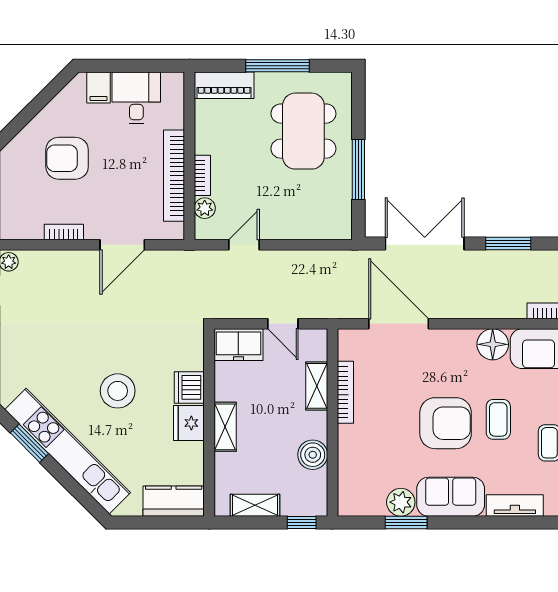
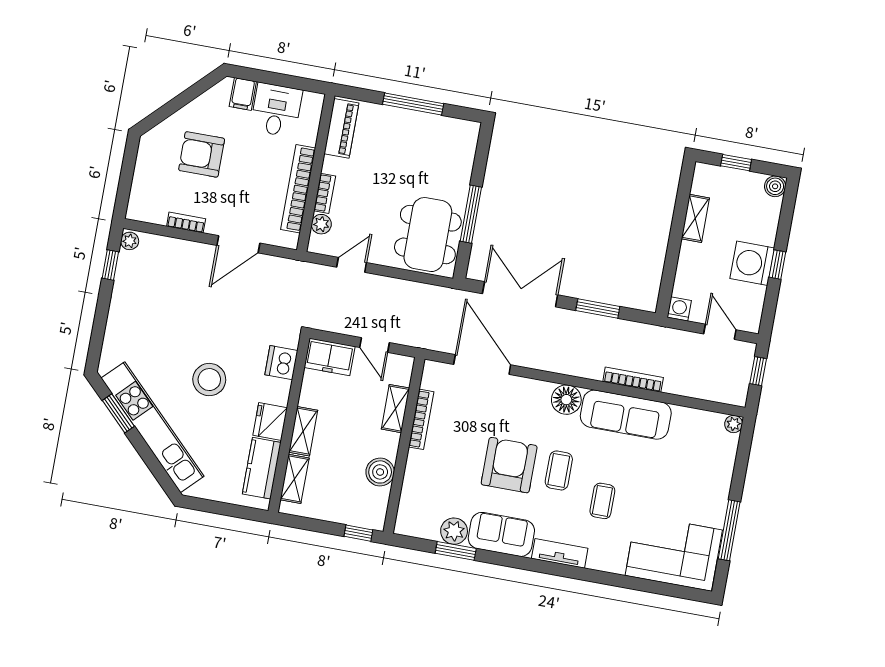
piano: (224, 85) -> (341, 128), moved, turned -90
dining table: (303, 131) -> (428, 235), moved
dishwasher: (189, 387) -> (281, 363), moved
armchair: (446, 423) -> (509, 465), turned -90
kitchen counter: (174, 501) -> (262, 468), moved, turned -90
shelving: (255, 505) -> (295, 479), moved, turned 90

